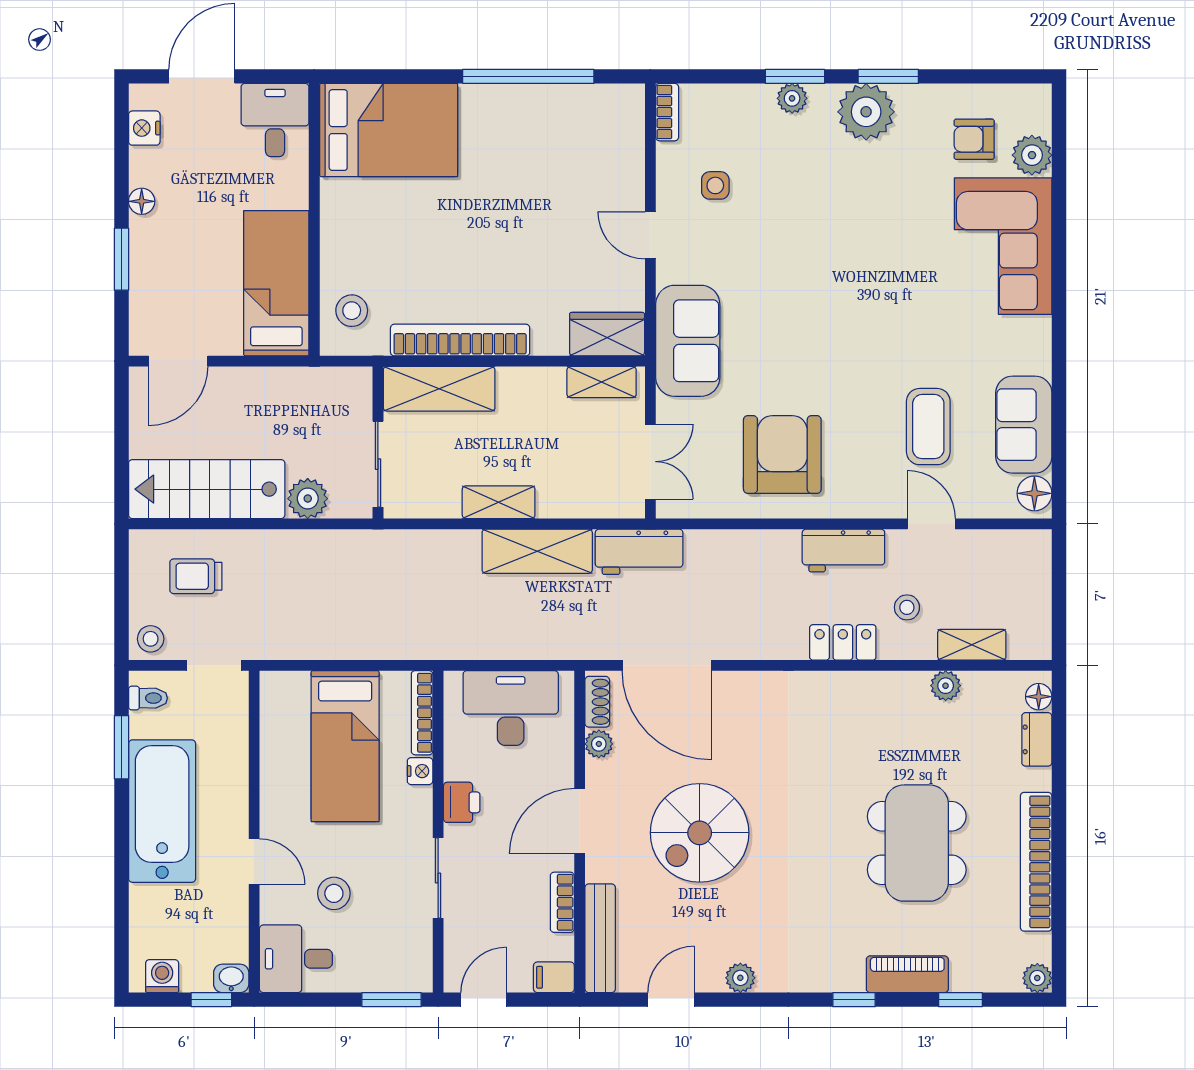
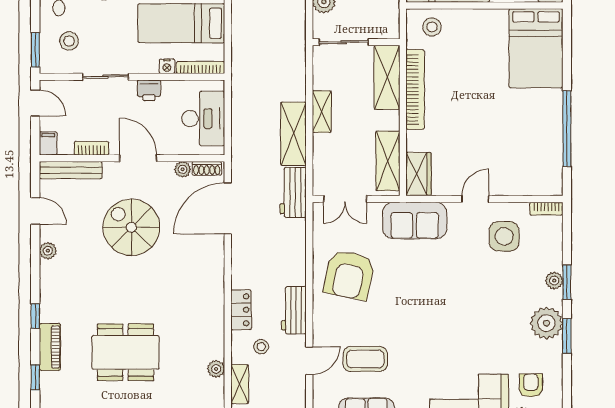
side table: (715, 185) -> (504, 236), width x1.87, depth x1.87
shelving: (602, 382) -> (388, 161), width x1.50, depth x1.33
armchair: (782, 454) -> (349, 275), turned 102
stool: (334, 893) -> (69, 41), moved

